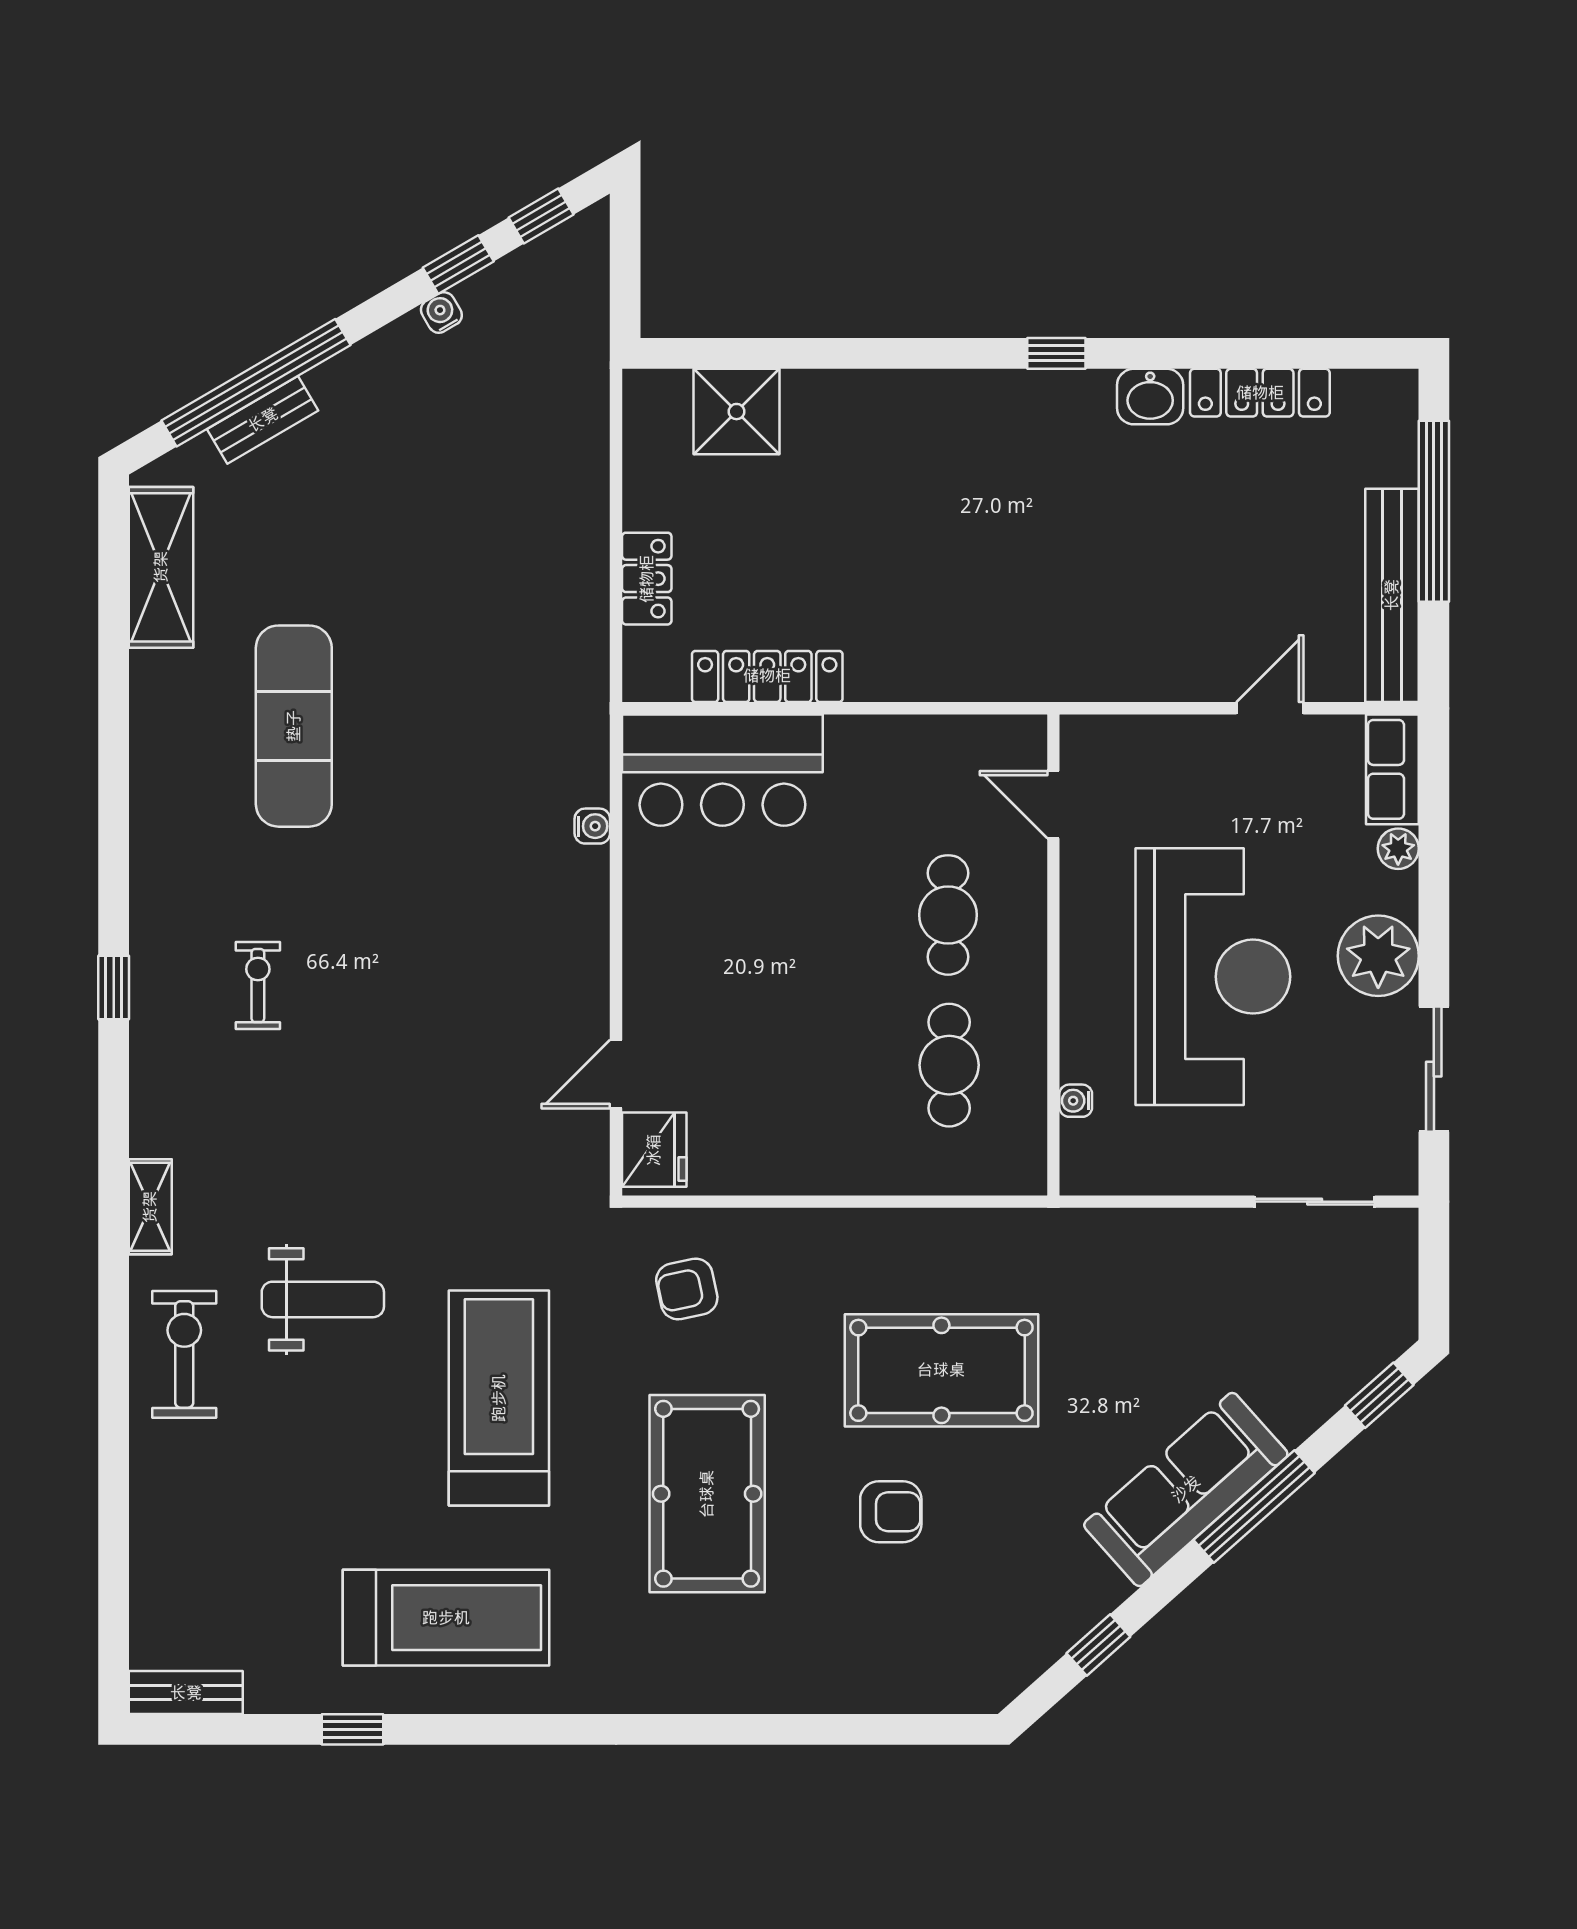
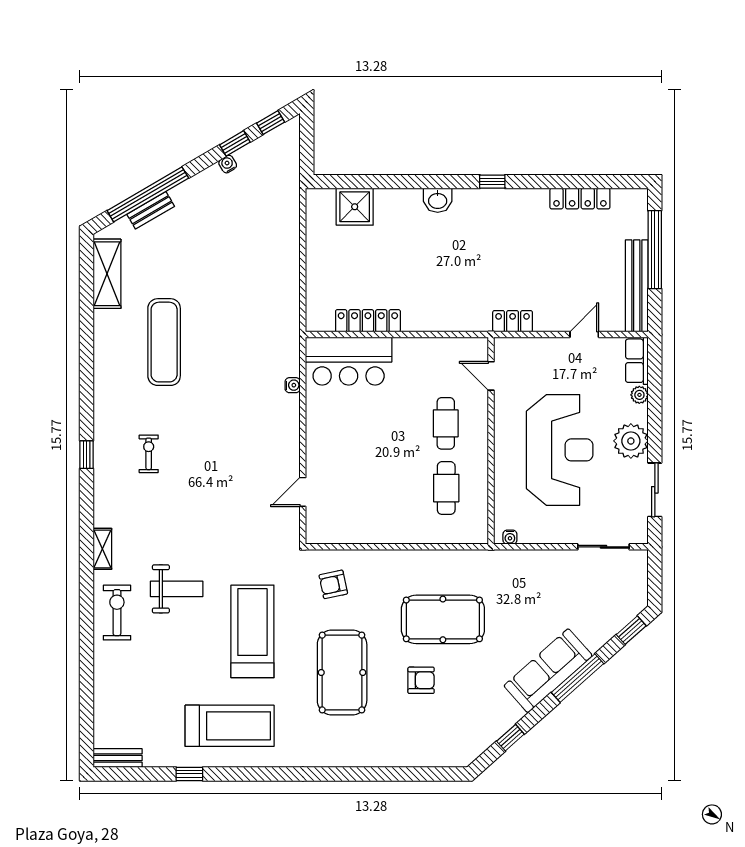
washbasin: (1150, 397) -> (438, 200), moved
locker: (647, 579) -> (513, 321), moved, turned -90
water cooler: (1076, 1101) -> (510, 537), moved, turned -90
fridge: (654, 1150) -> (319, 524), removed

